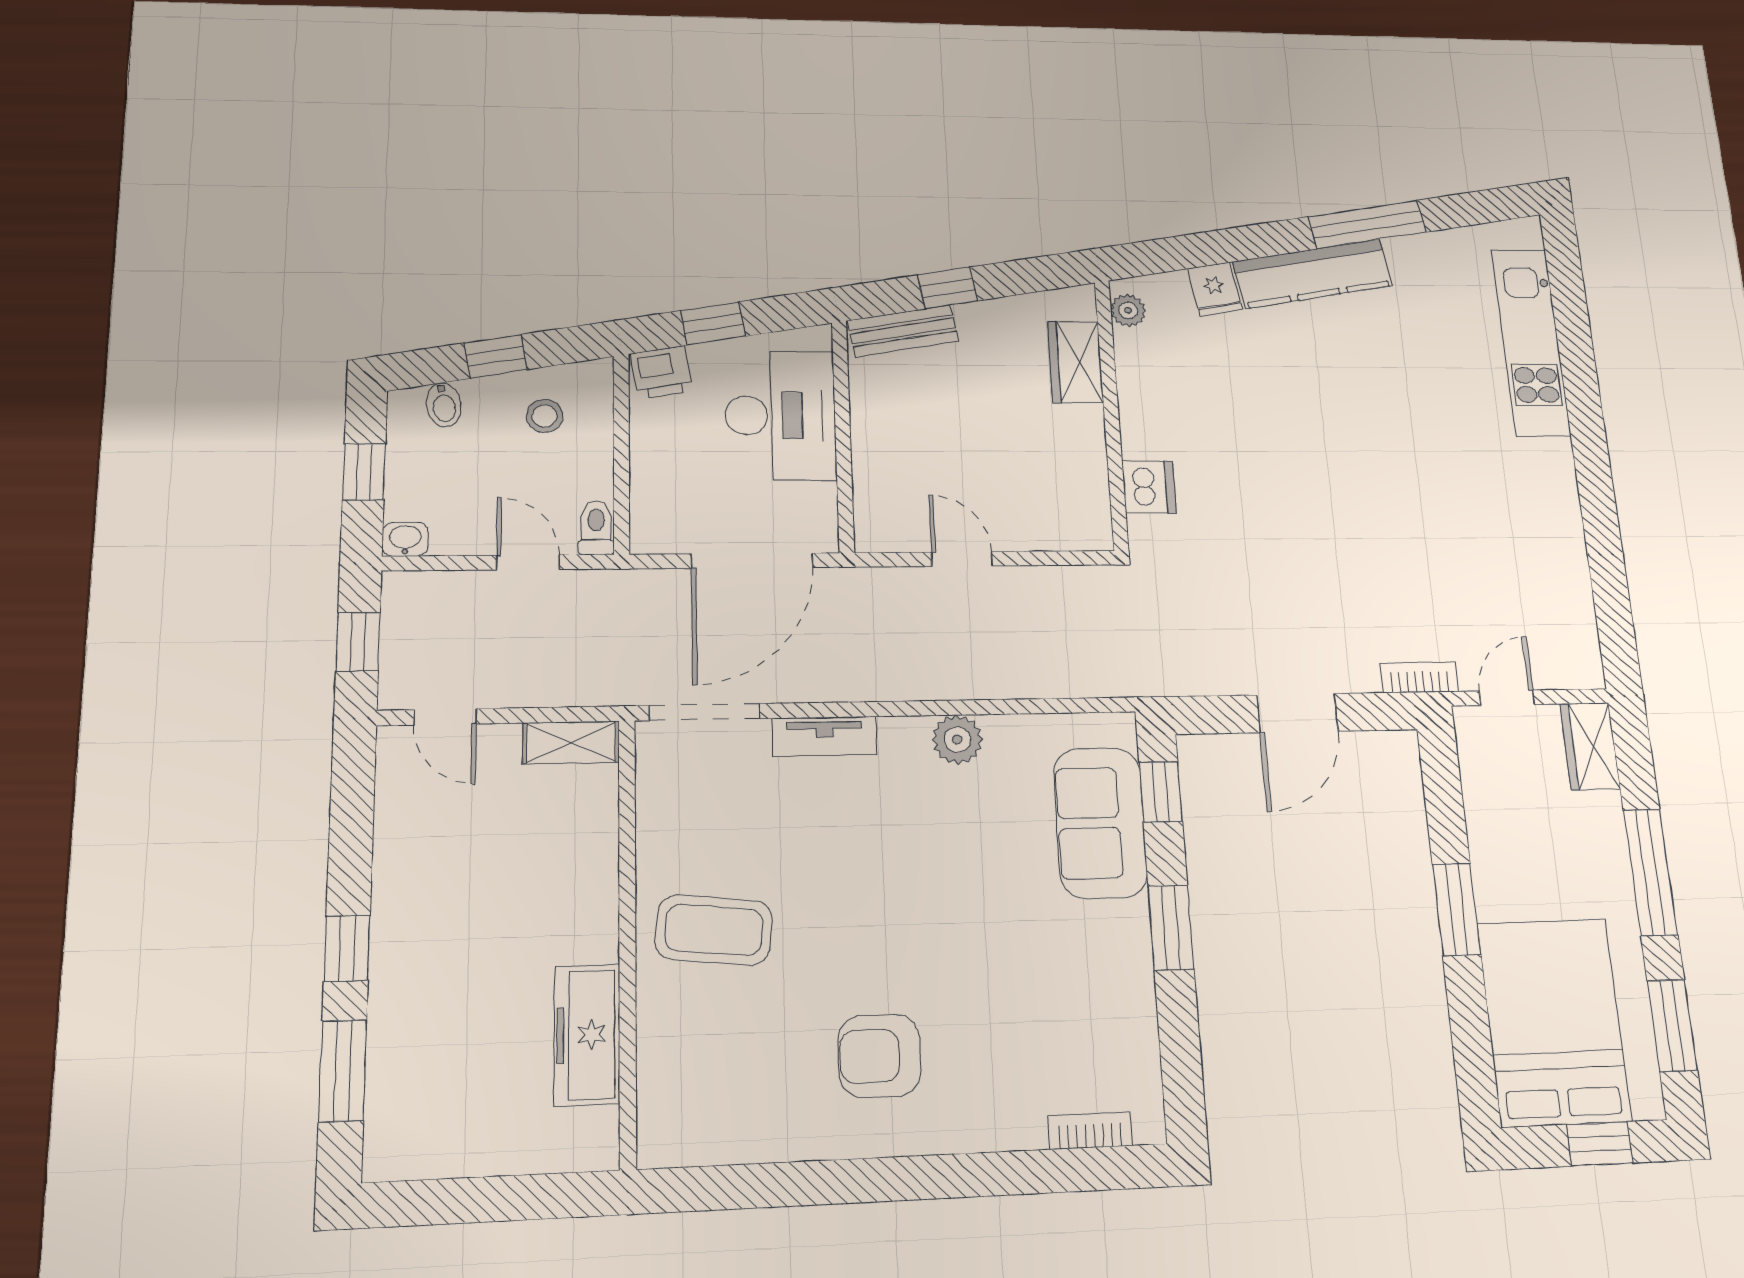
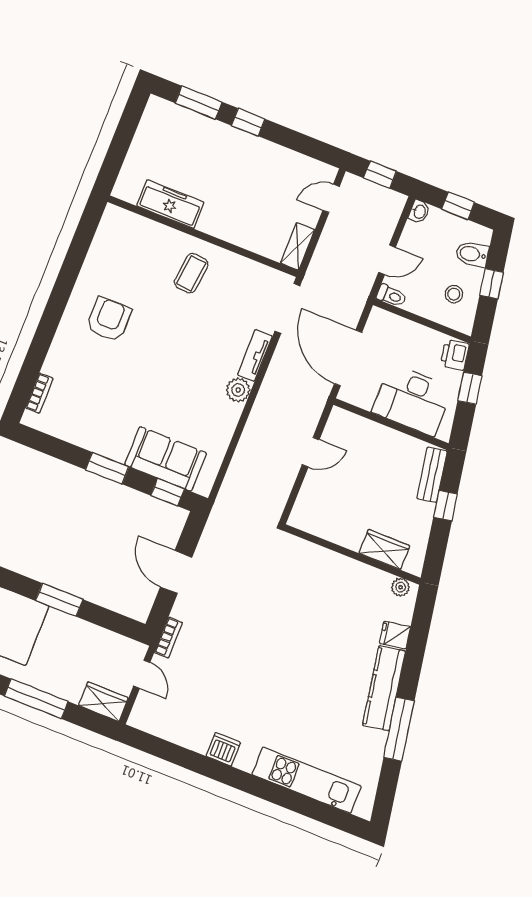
bidet: (444, 405) -> (472, 254), width x1.38, depth x1.36
dishwasher: (1149, 487) -> (223, 749), moved, turned 180
plant: (957, 739) -> (238, 390), moved
coffee table: (714, 930) -> (191, 273), width x0.73, depth x0.77

